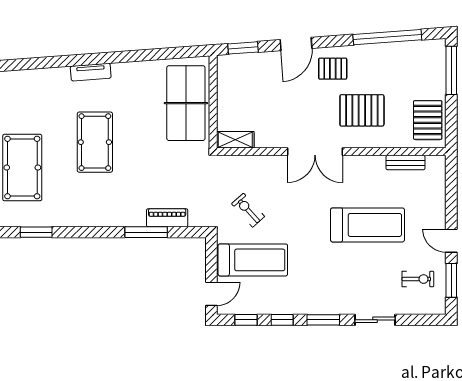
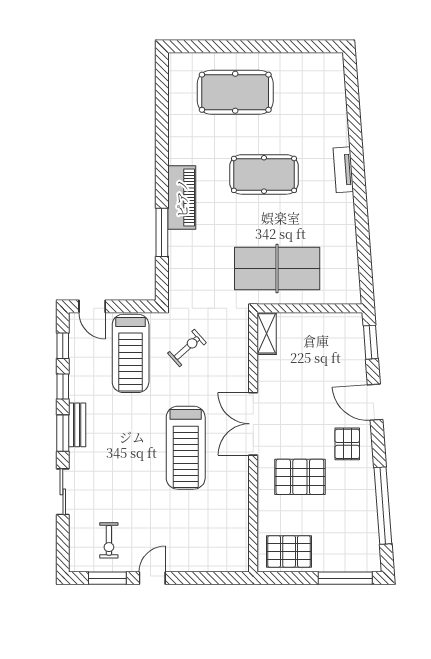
table tennis table: (186, 103) -> (277, 269), moved
pallet: (362, 110) -> (300, 477), turned 90
bench: (405, 163) -> (77, 425), moved
piano: (167, 218) -> (182, 198), moved, width x1.37, depth x1.33
treadmill: (368, 225) -> (186, 448), moved
window: (36, 232) -> (162, 108), removed

